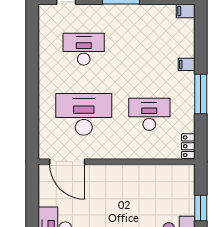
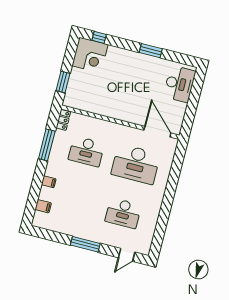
filing cabinet: (186, 11) -> (43, 206), moved
window: (201, 94) -> (47, 145), moved
window: (201, 208) -> (63, 82), moved

